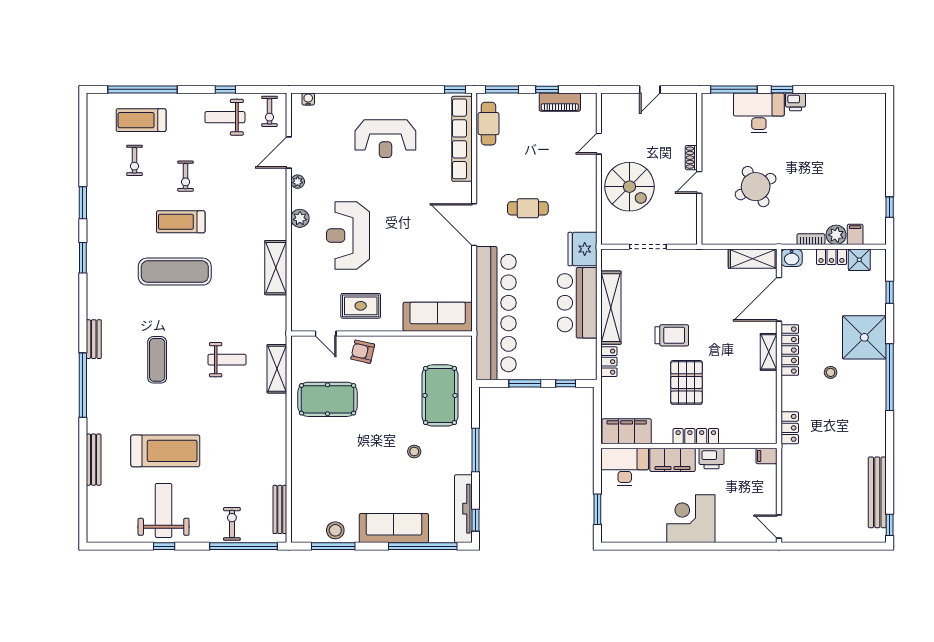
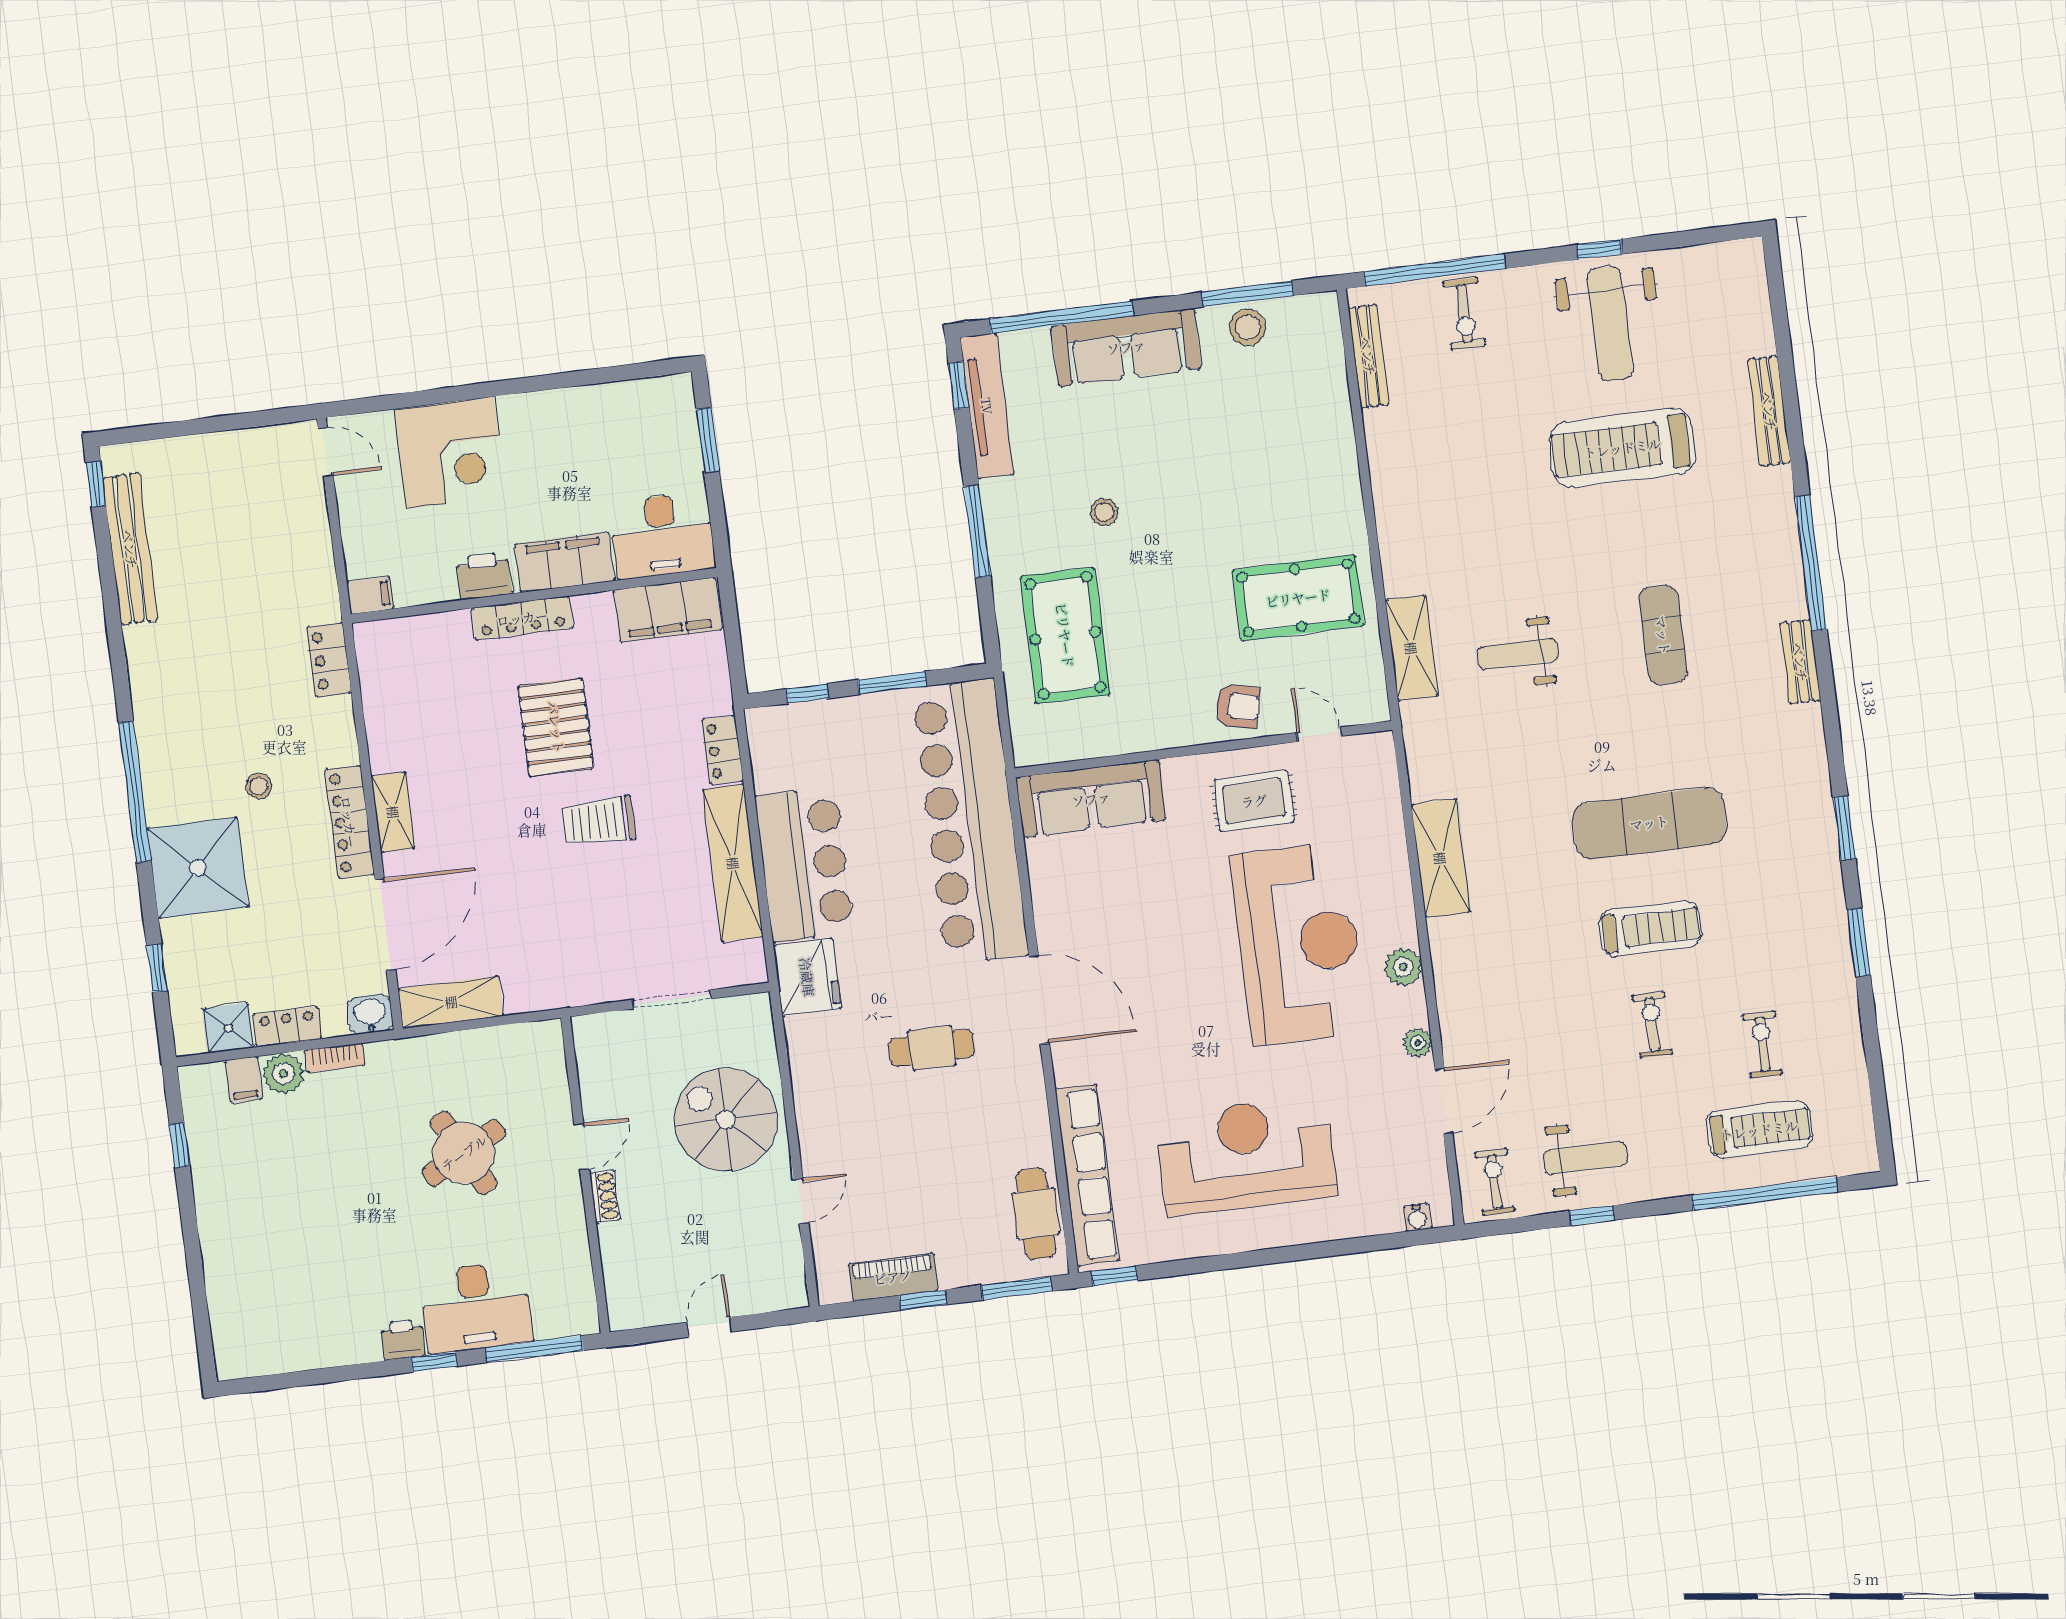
reception desk: (385, 139) -> (1246, 1155), width x1.36, depth x1.30
reception desk: (348, 236) -> (1299, 944), width x1.36, depth x1.30
corner desk: (691, 519) -> (450, 453), moved

